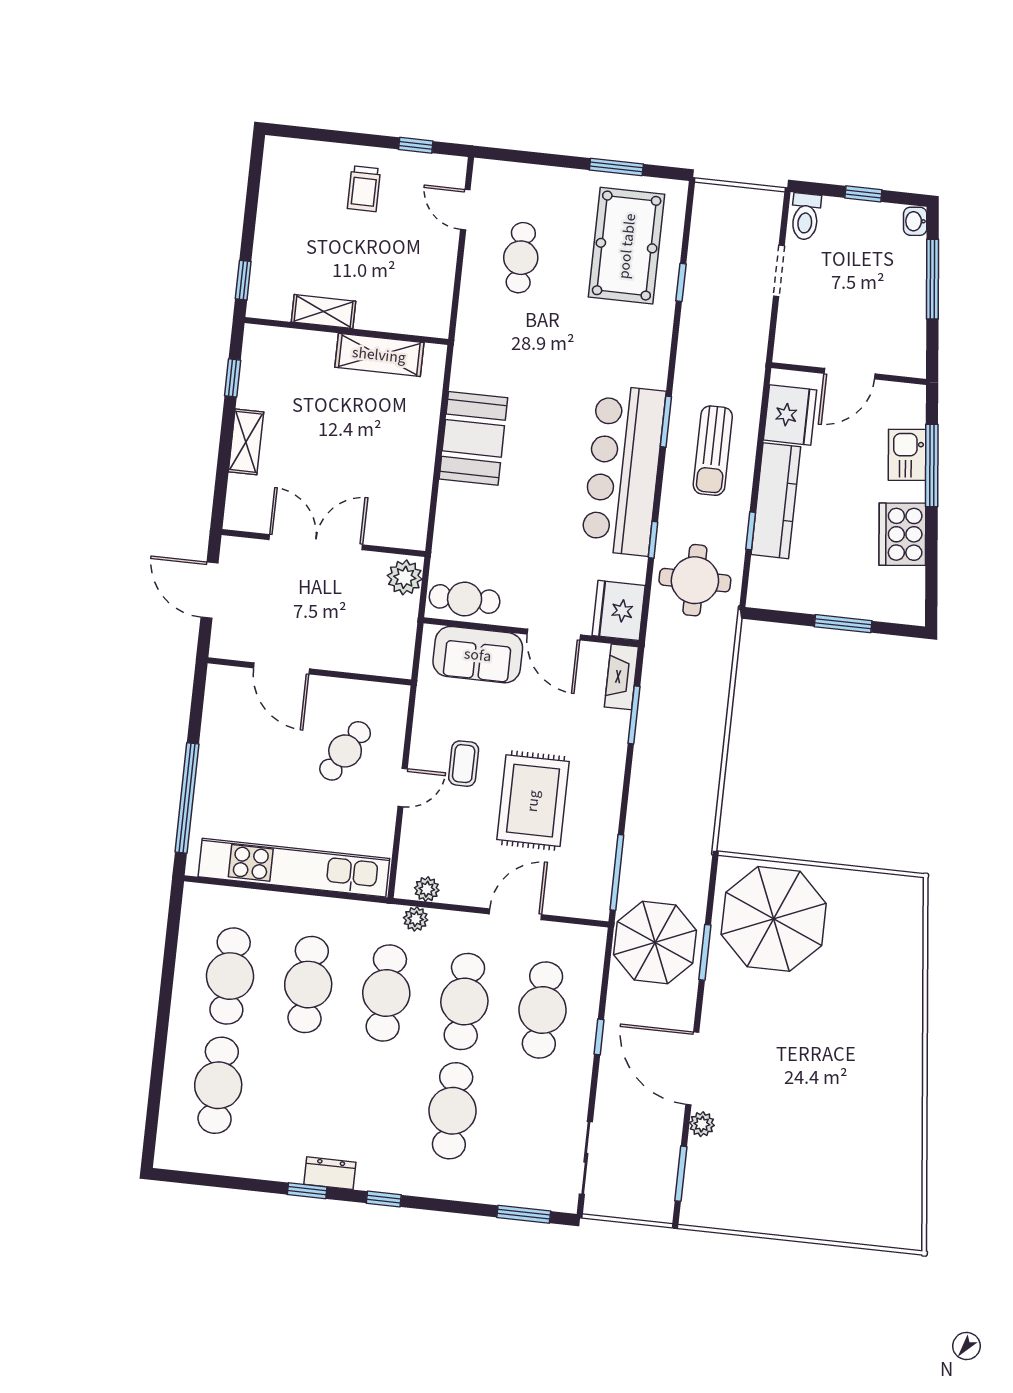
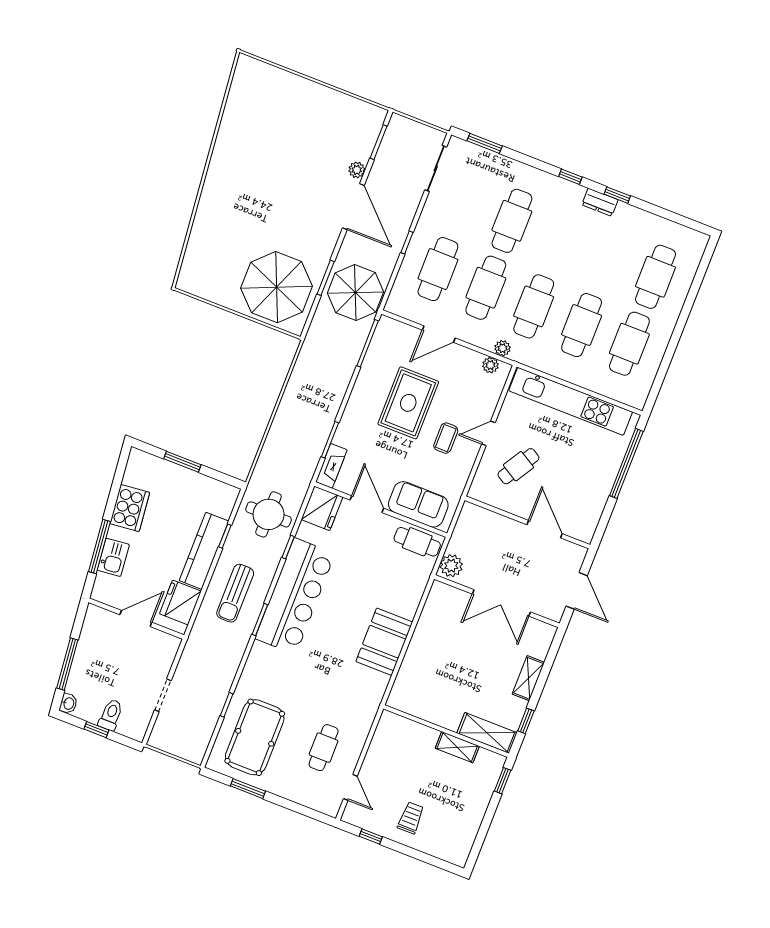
toilet: (805, 217) -> (111, 715), moved
shelving: (379, 355) -> (487, 733), moved
sun lounger: (713, 451) -> (235, 593), turned 180

